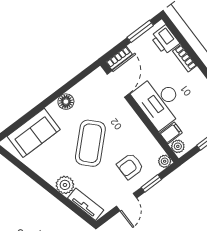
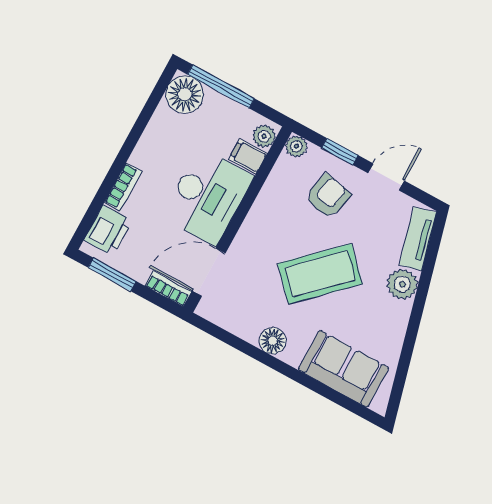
armchair: (130, 166) -> (328, 196), turned -78

